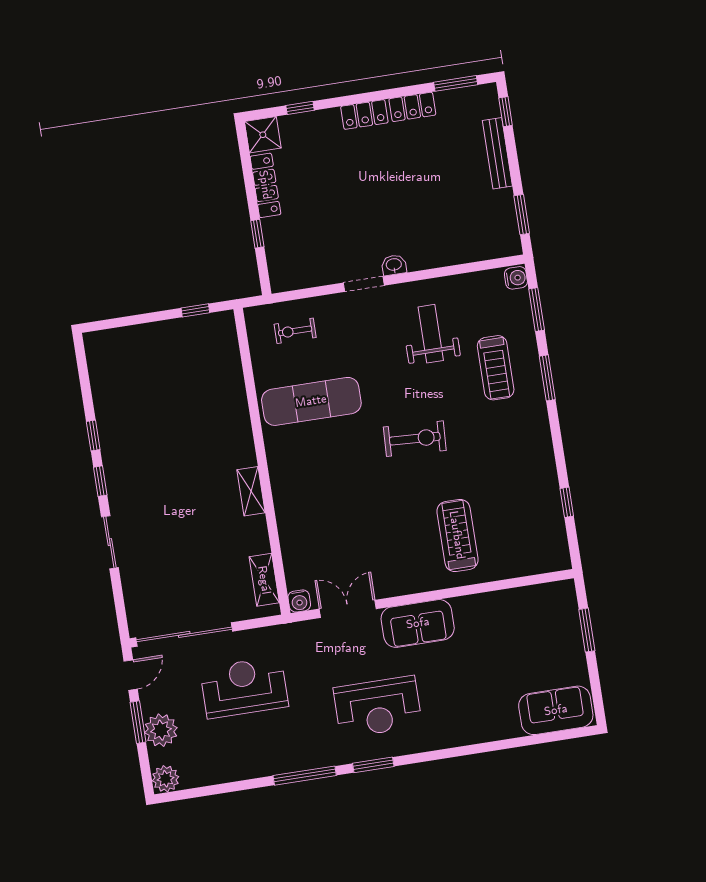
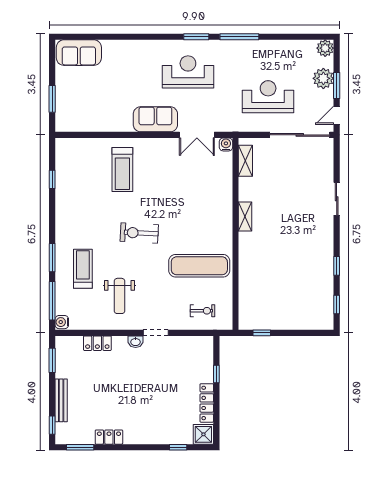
locker: (364, 115) -> (97, 343), moved, turned 180
window: (537, 310) -> (52, 301), width x1.44
window: (100, 481) -> (337, 305), moved
reception desk: (244, 687) -> (268, 97), turned 180

